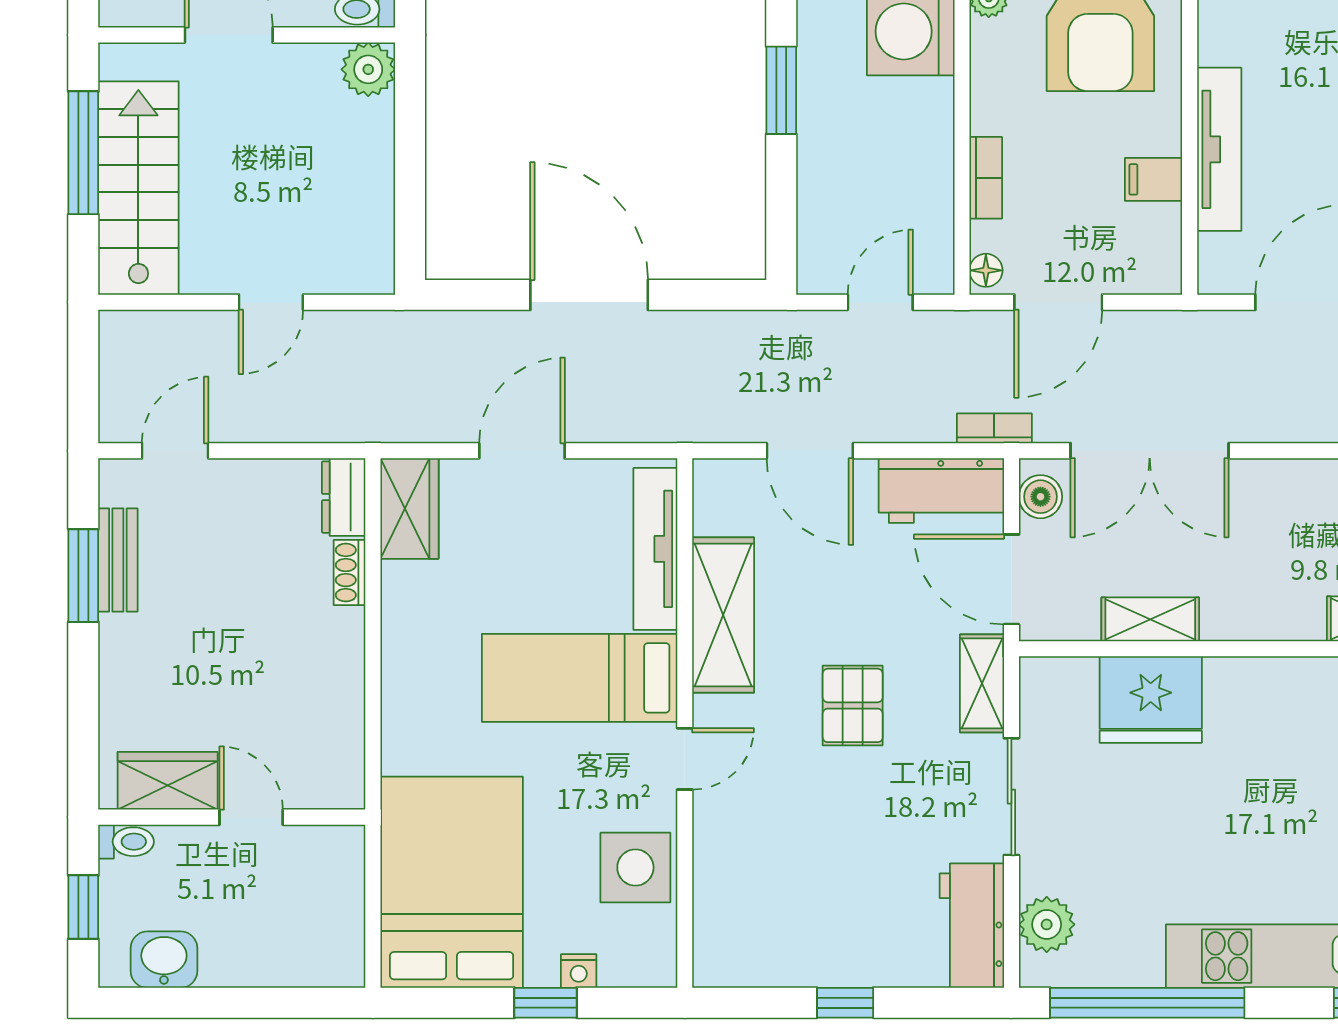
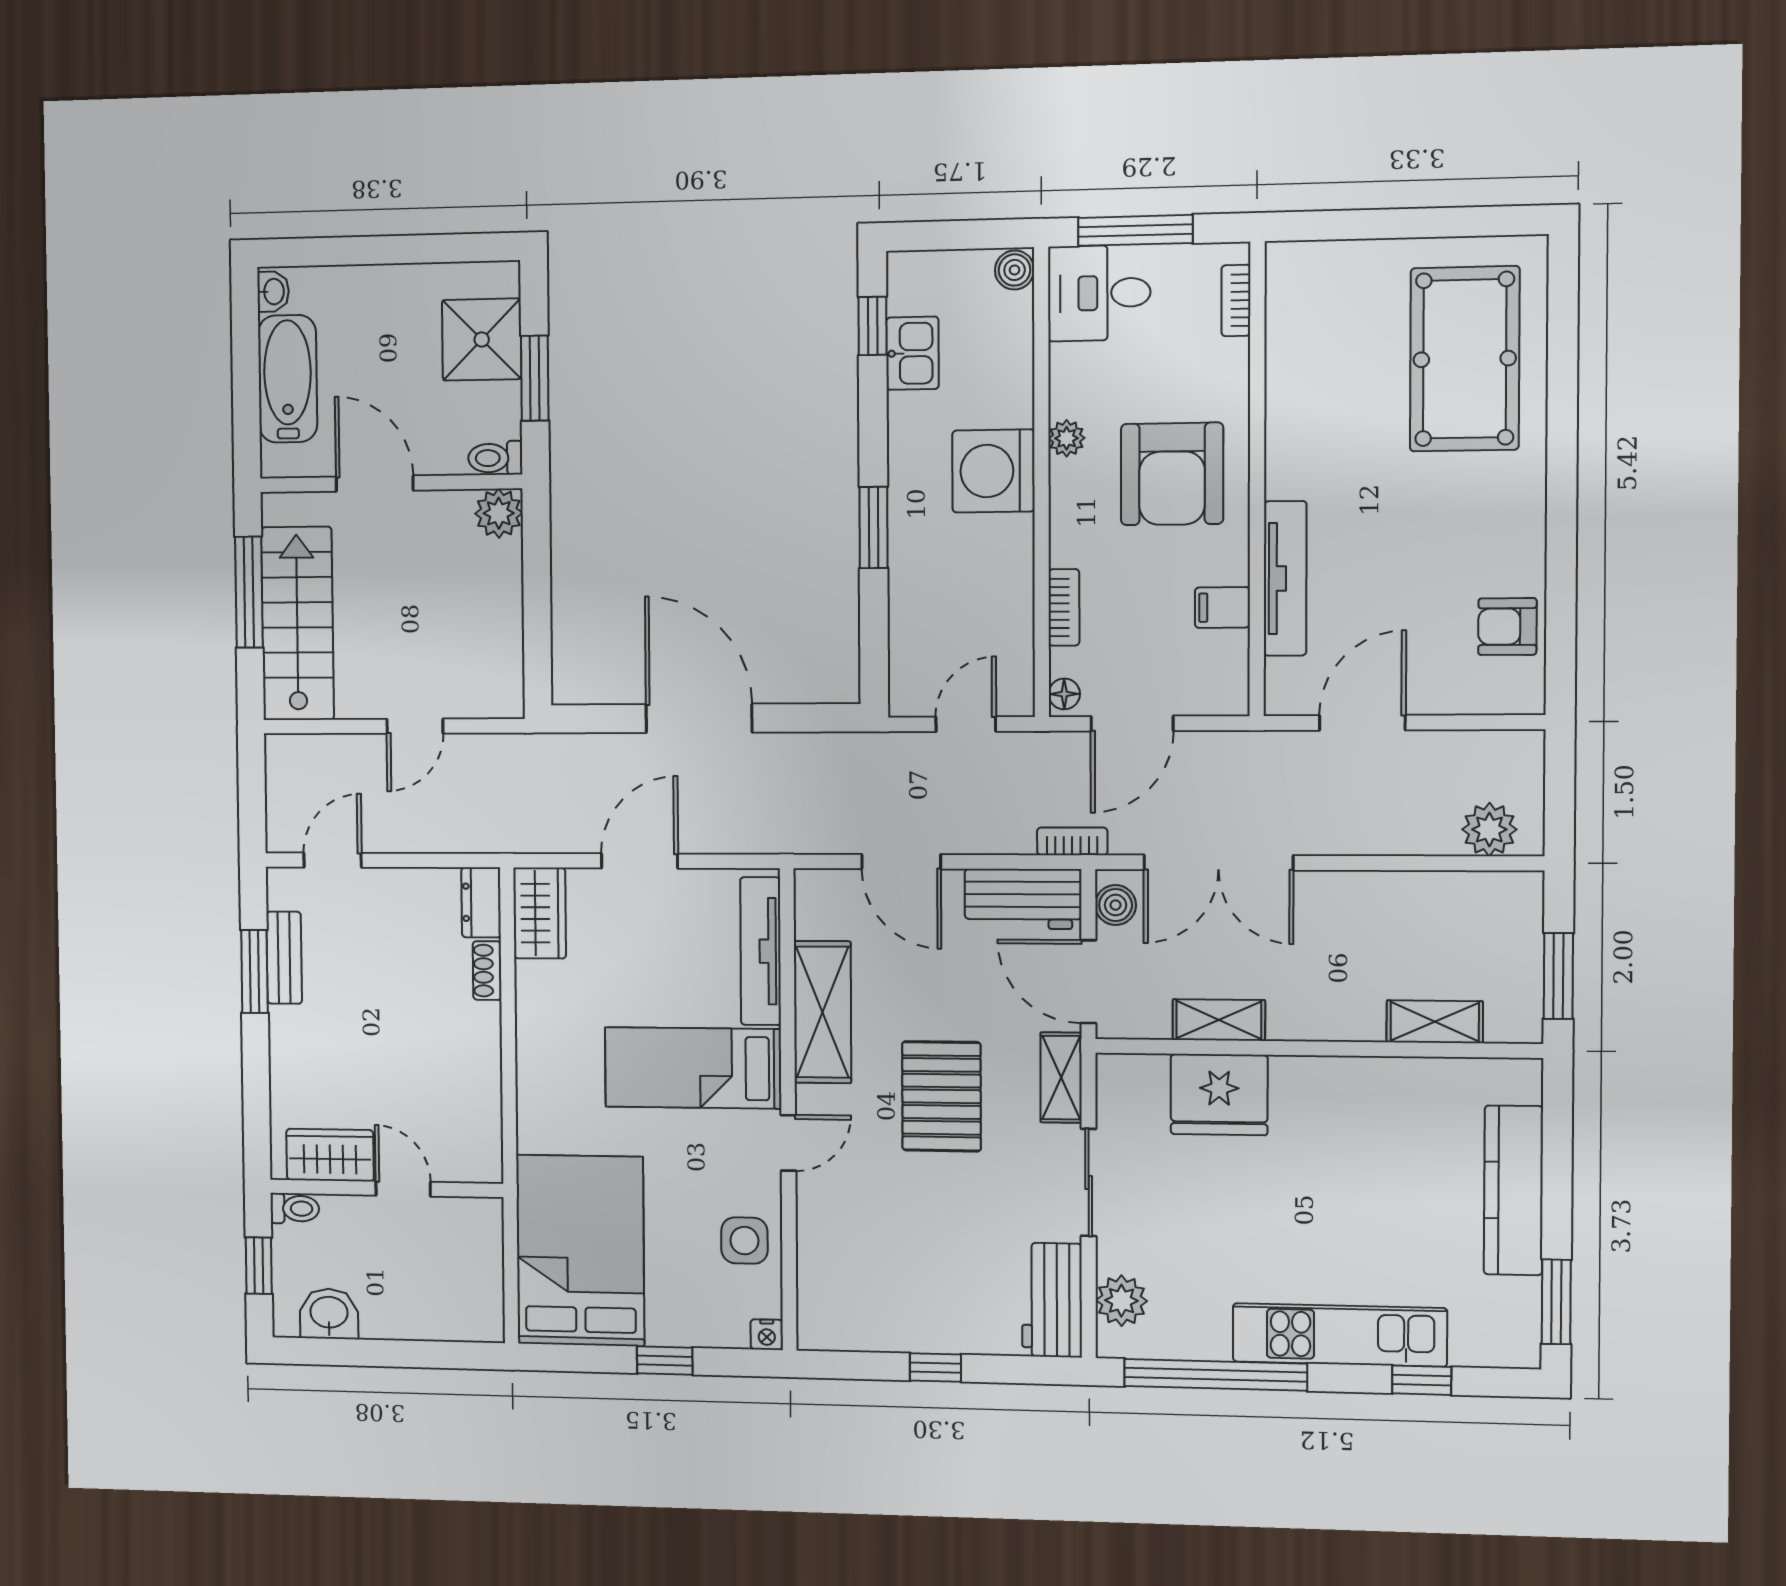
pallet: (853, 705) -> (941, 1096), width x1.50, depth x1.42
side table: (635, 867) -> (744, 1241), width x0.73, depth x0.73
nightstand: (579, 971) -> (767, 1335), moved

